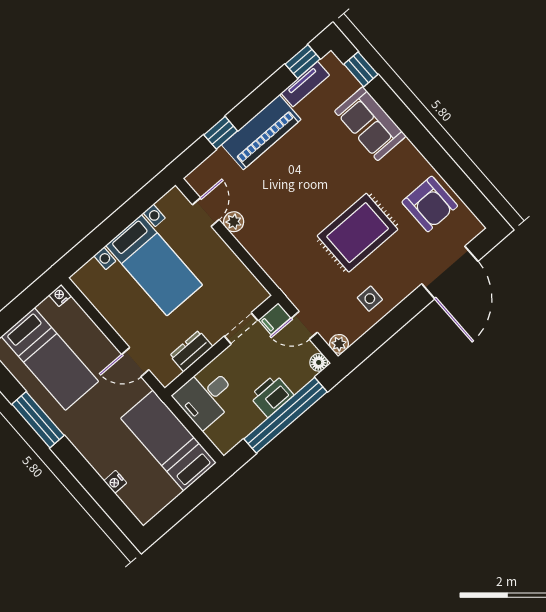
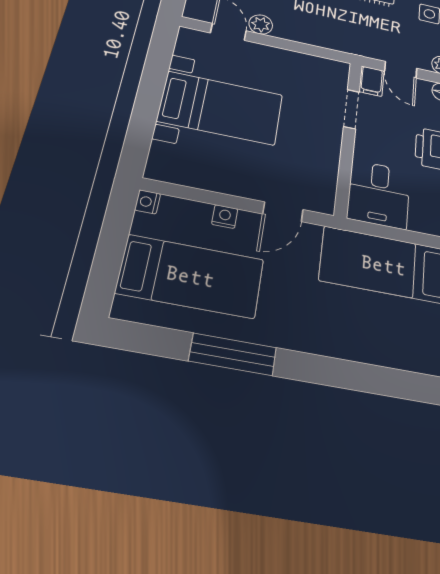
door: (304, 325) -> (401, 70), hinge flipped
dresser: (191, 351) -> (326, 162), removed
nightstand: (115, 482) -> (225, 217), moved, turned 180

